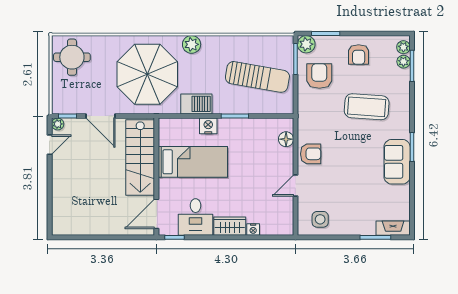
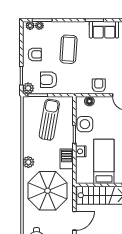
side table: (250, 132) -> (85, 124), added

